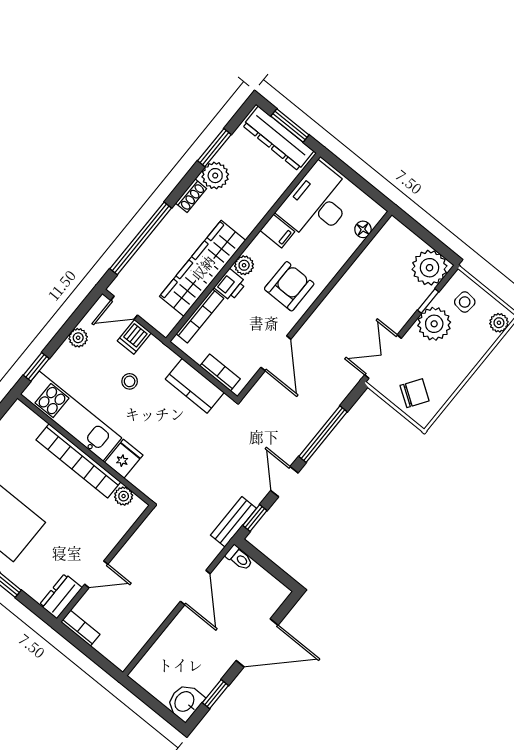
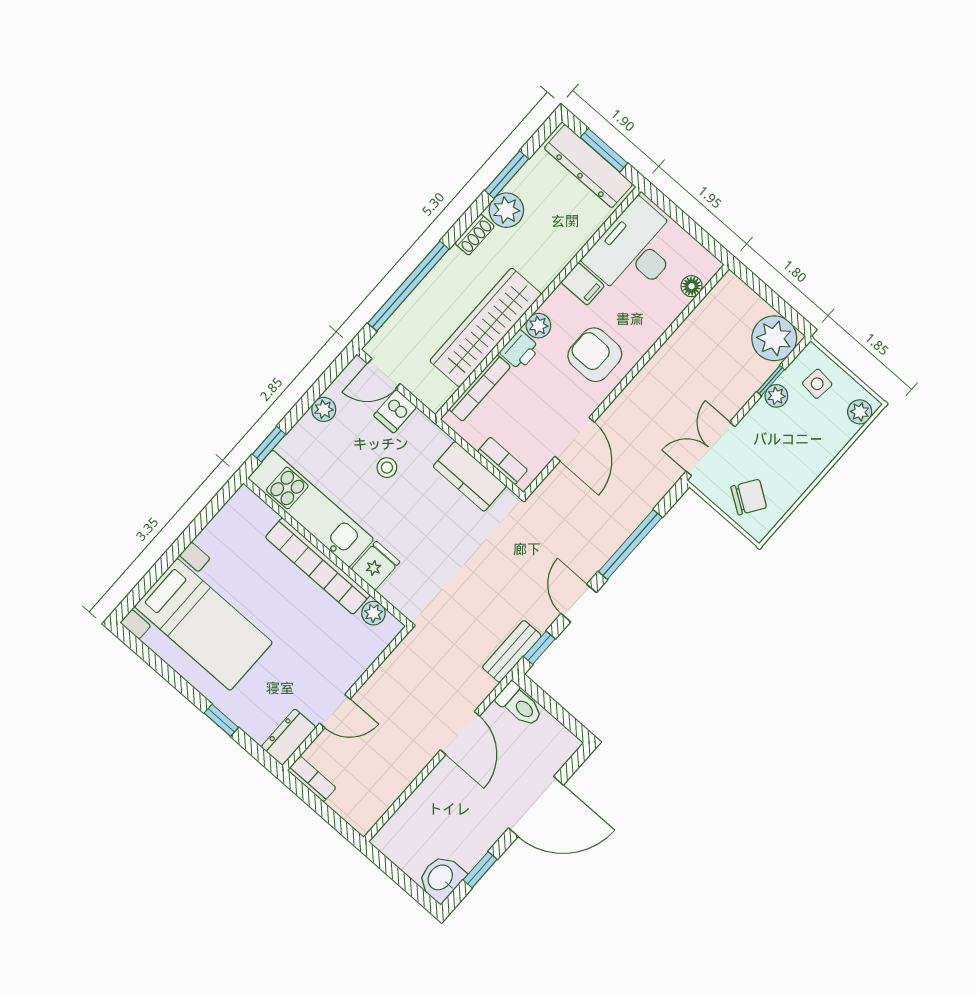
armchair: (289, 286) -> (595, 355), turned -90
plant: (434, 324) -> (776, 396), width x0.53, depth x0.53
toilet: (239, 558) -> (520, 705), width x1.37, depth x1.39

